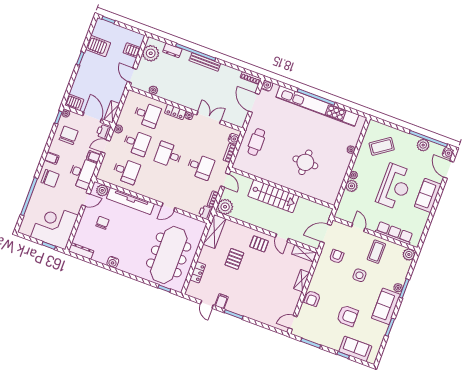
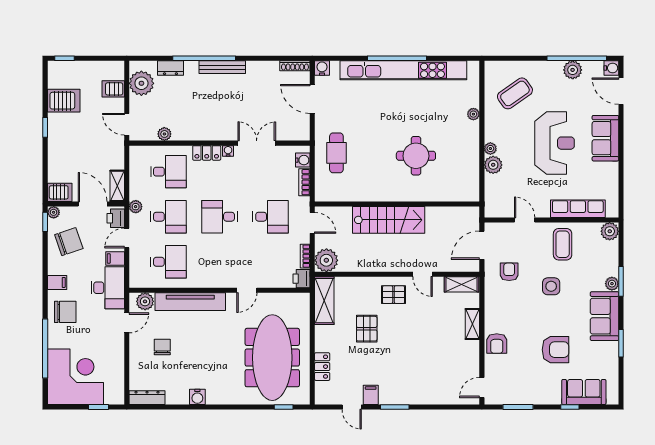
chair: (69, 135) -> (69, 242), turned 71
corner desk: (54, 226) -> (75, 377), moved, turned 90

